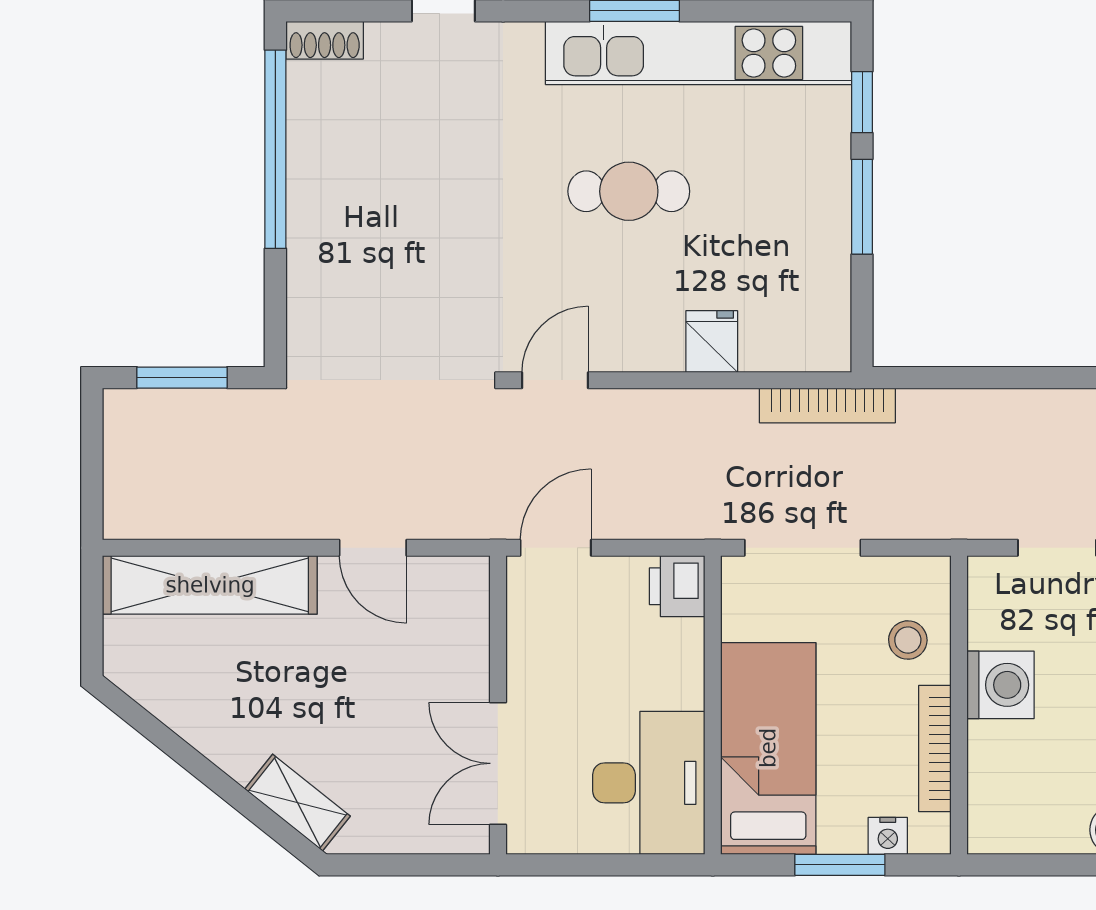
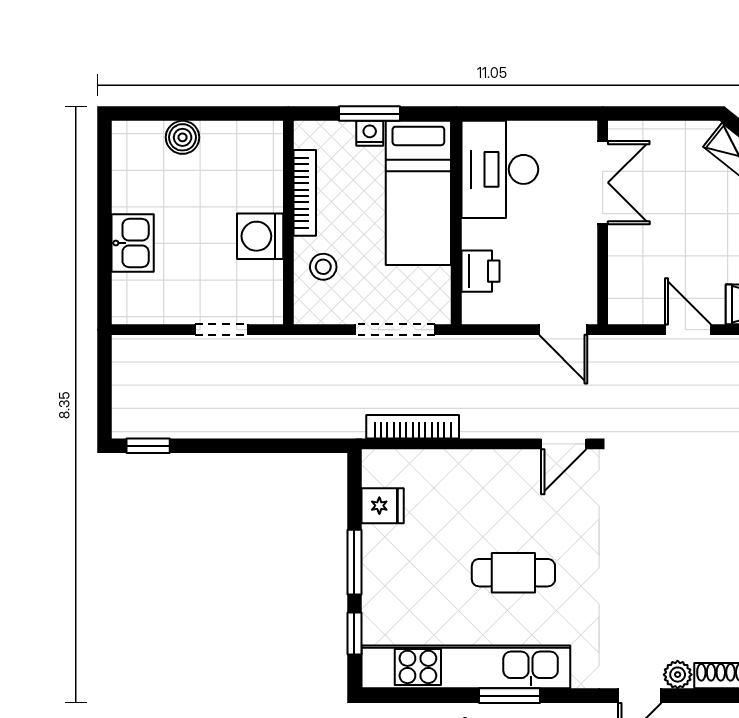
plant: (388, 42) -> (678, 675), added
fridge: (712, 341) -> (383, 506), moved, turned -90
bookcase: (827, 405) -> (413, 427), moved
door: (556, 548) -> (563, 330), hinge flipped
printer: (677, 586) -> (480, 271), moved
nightstand: (888, 836) -> (370, 133), moved

